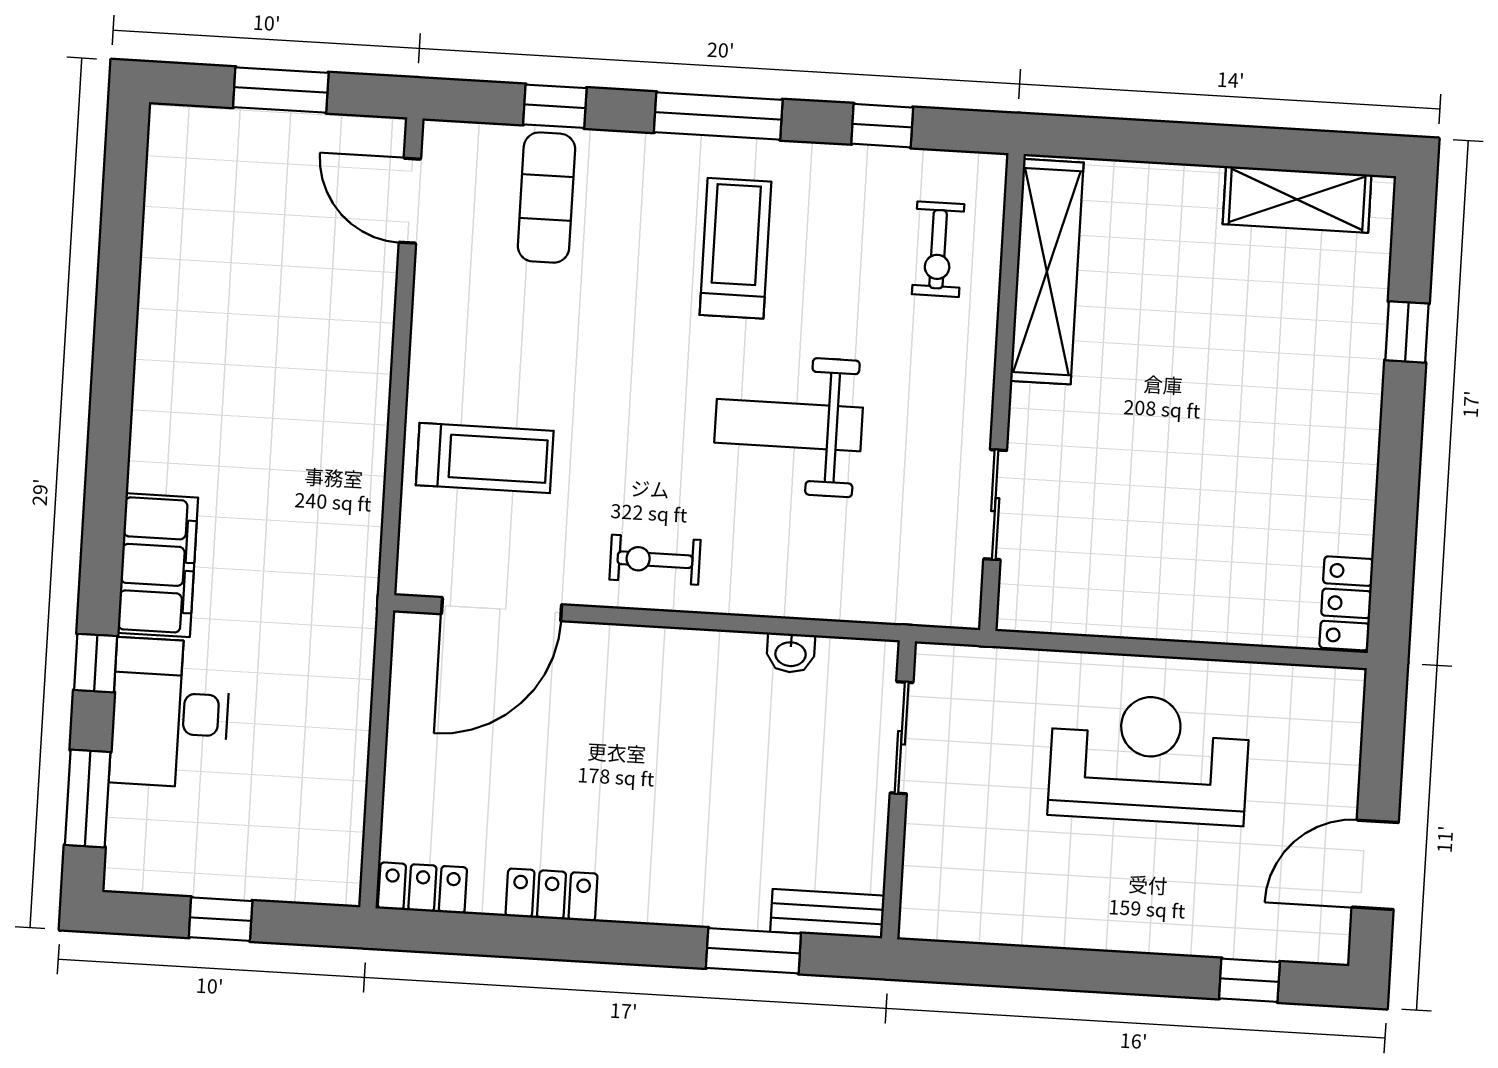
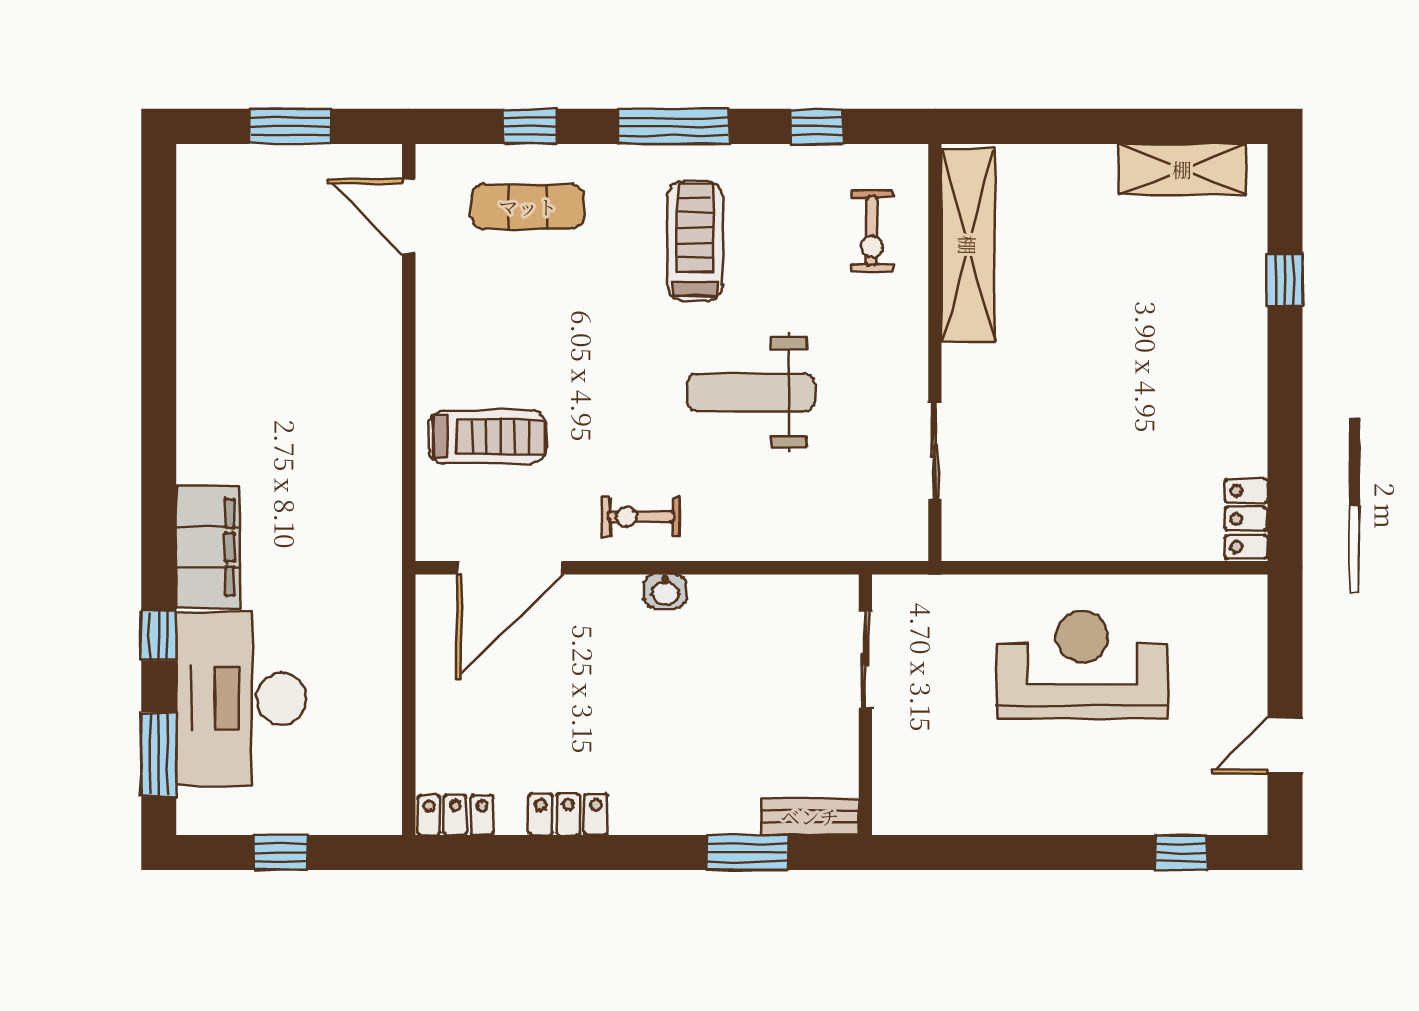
exercise mat: (546, 198) -> (528, 206), turned 90
washbasin: (791, 653) -> (665, 591), moved
desk: (170, 713) -> (241, 699), width x1.36, depth x1.30
door: (1375, 865) -> (1285, 745), width x0.73

